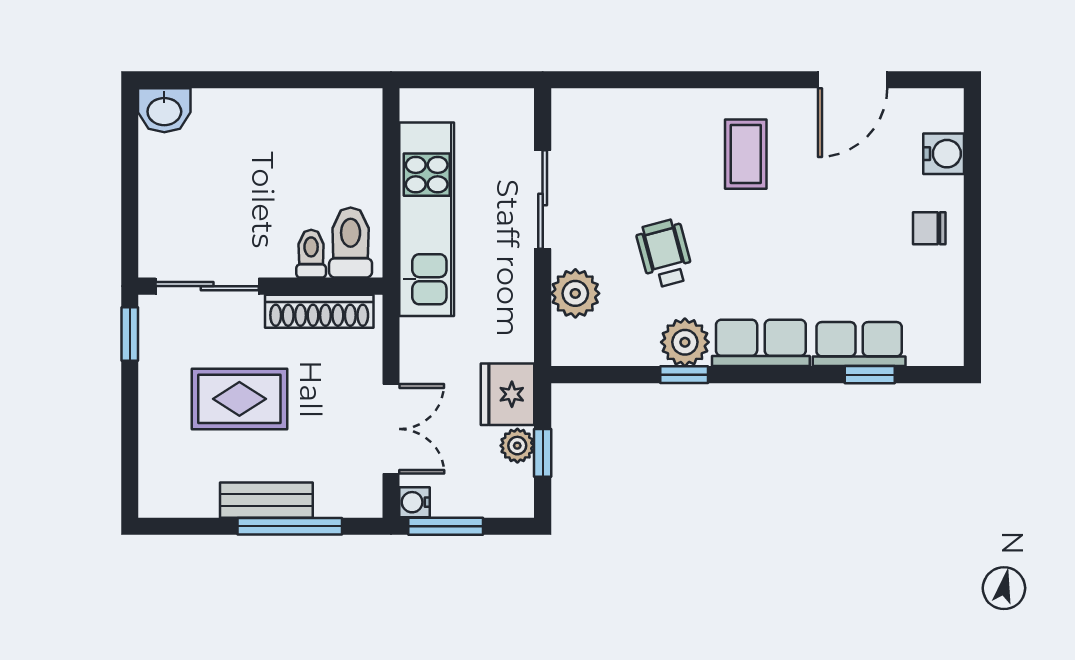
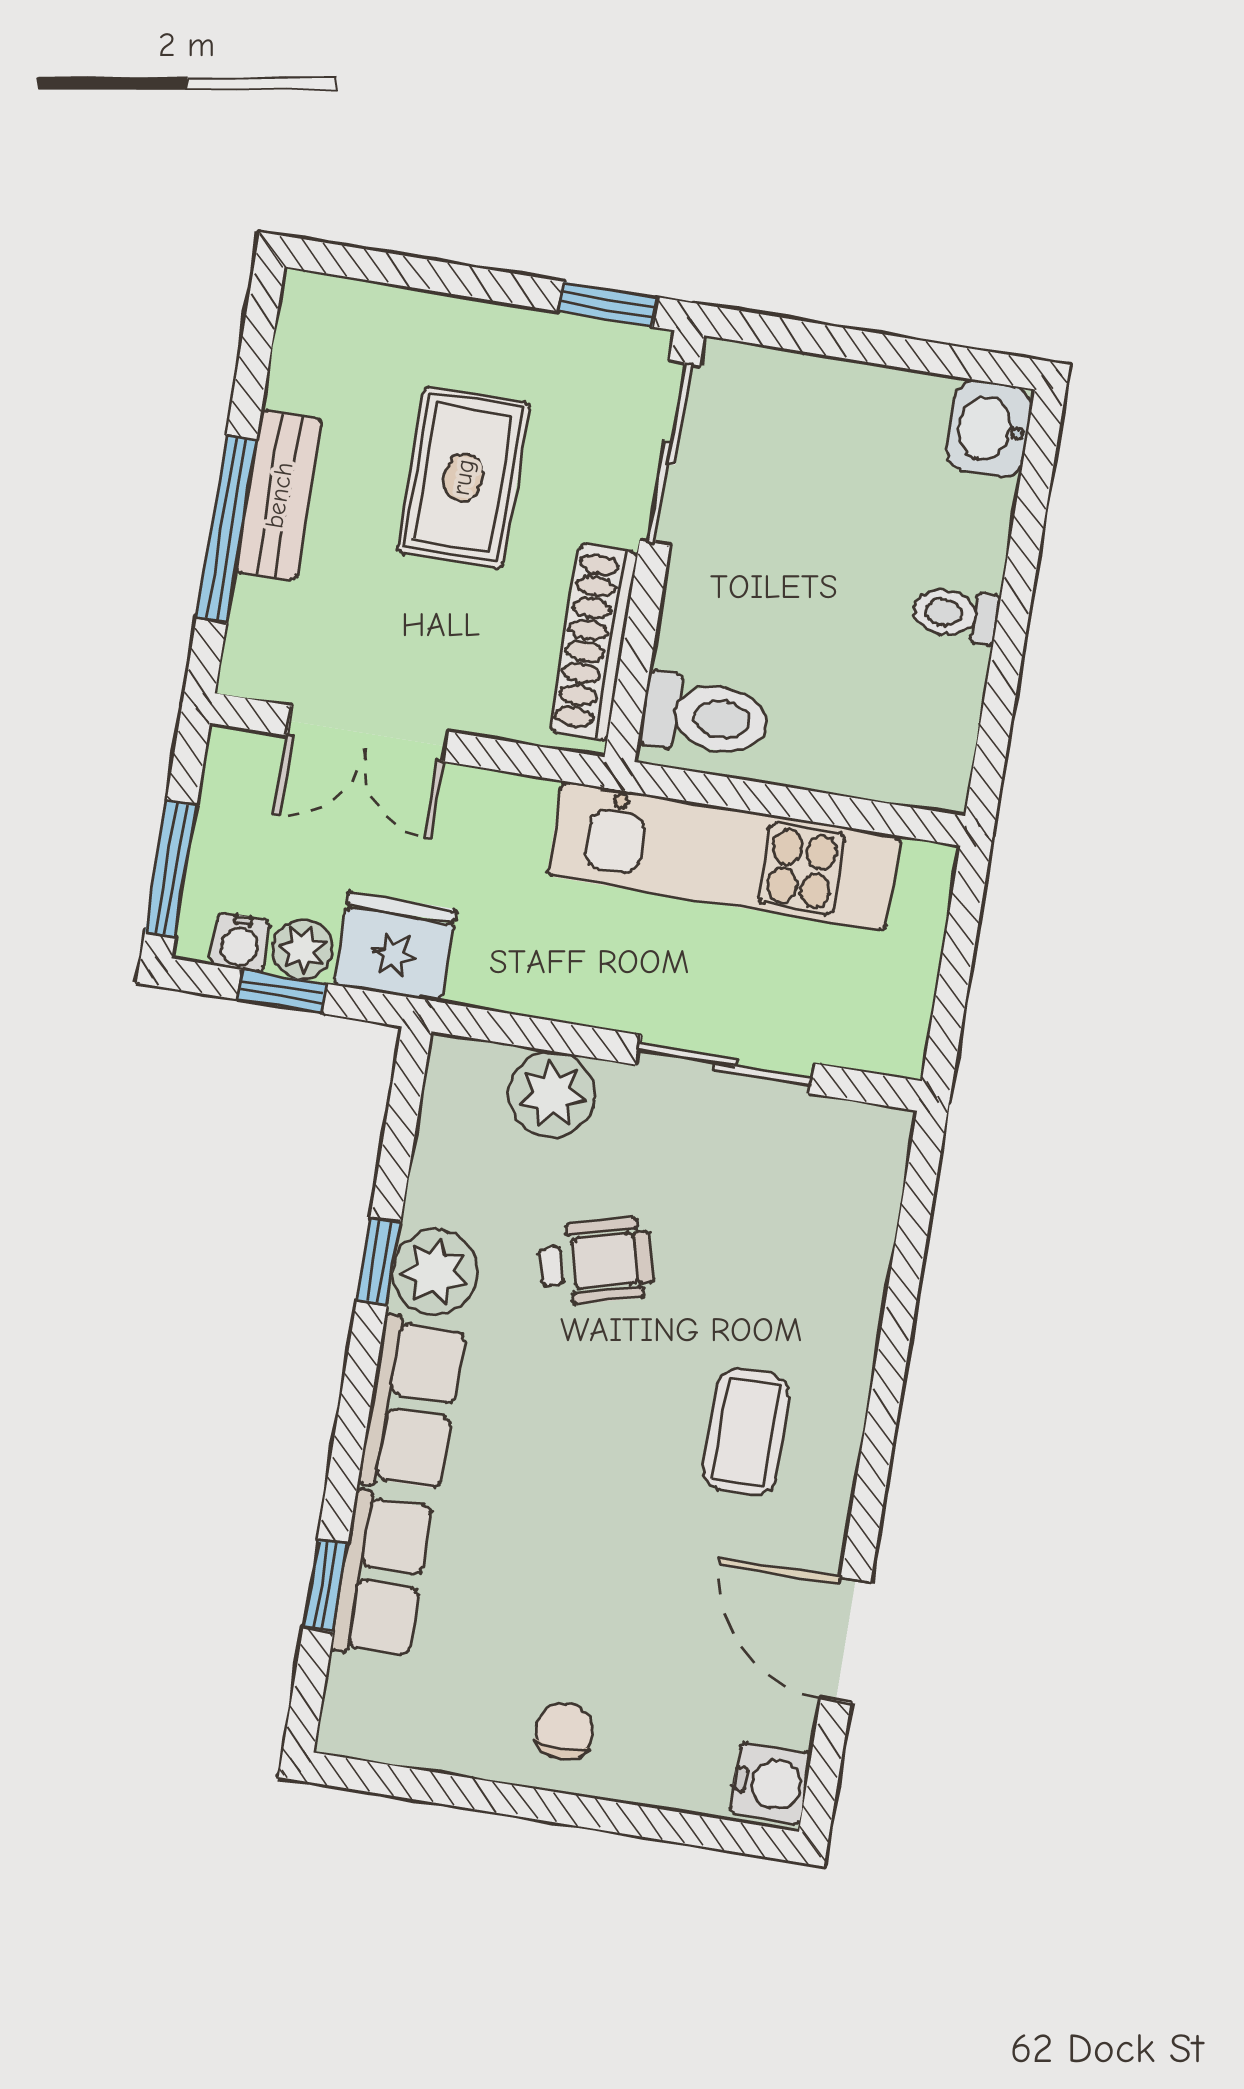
coffee table: (746, 154) -> (746, 1432), turned 90
water cooler: (944, 154) -> (770, 1783), moved, turned -90
toilet: (311, 254) -> (955, 614), moved, turned 180
water cooler: (415, 502) -> (240, 942), moved, turned 180
window: (446, 526) -> (171, 868), moved

